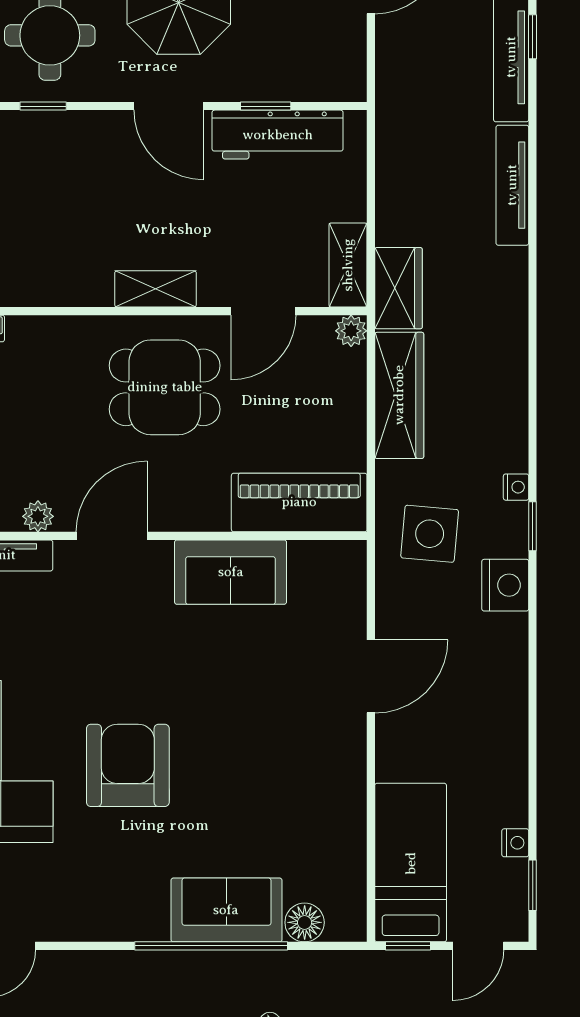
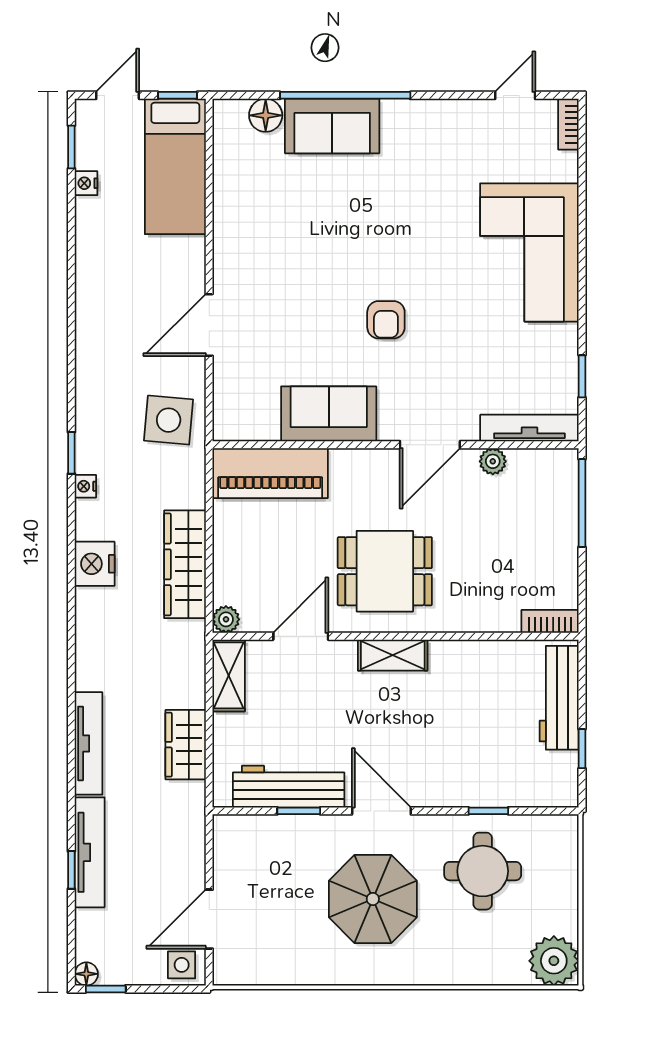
wardrobe: (399, 288) -> (186, 745), moved
side table: (430, 534) -> (169, 420), moved
nightstand: (505, 585) -> (95, 564), moved
armchair: (128, 765) -> (386, 320), moved, width x0.53, depth x0.53

